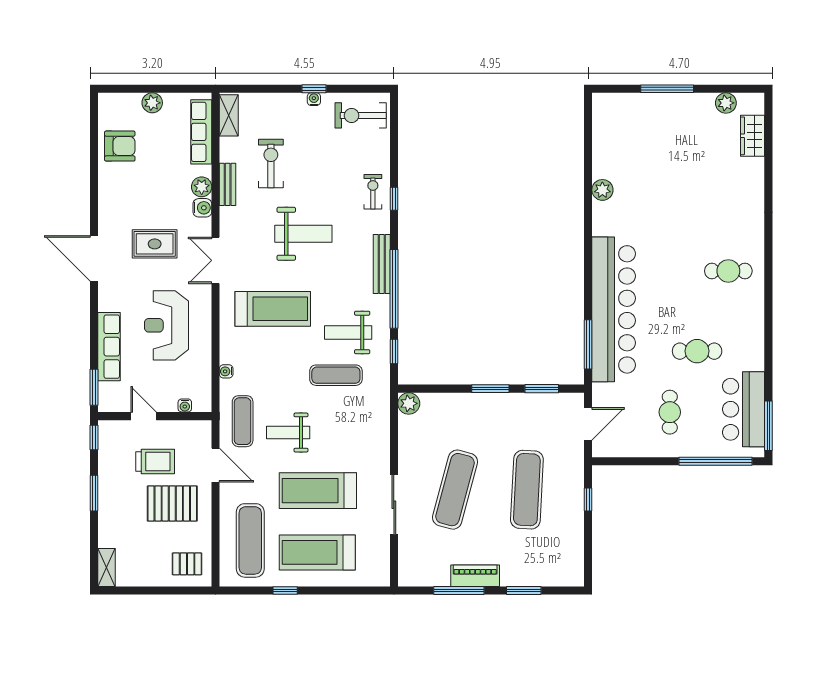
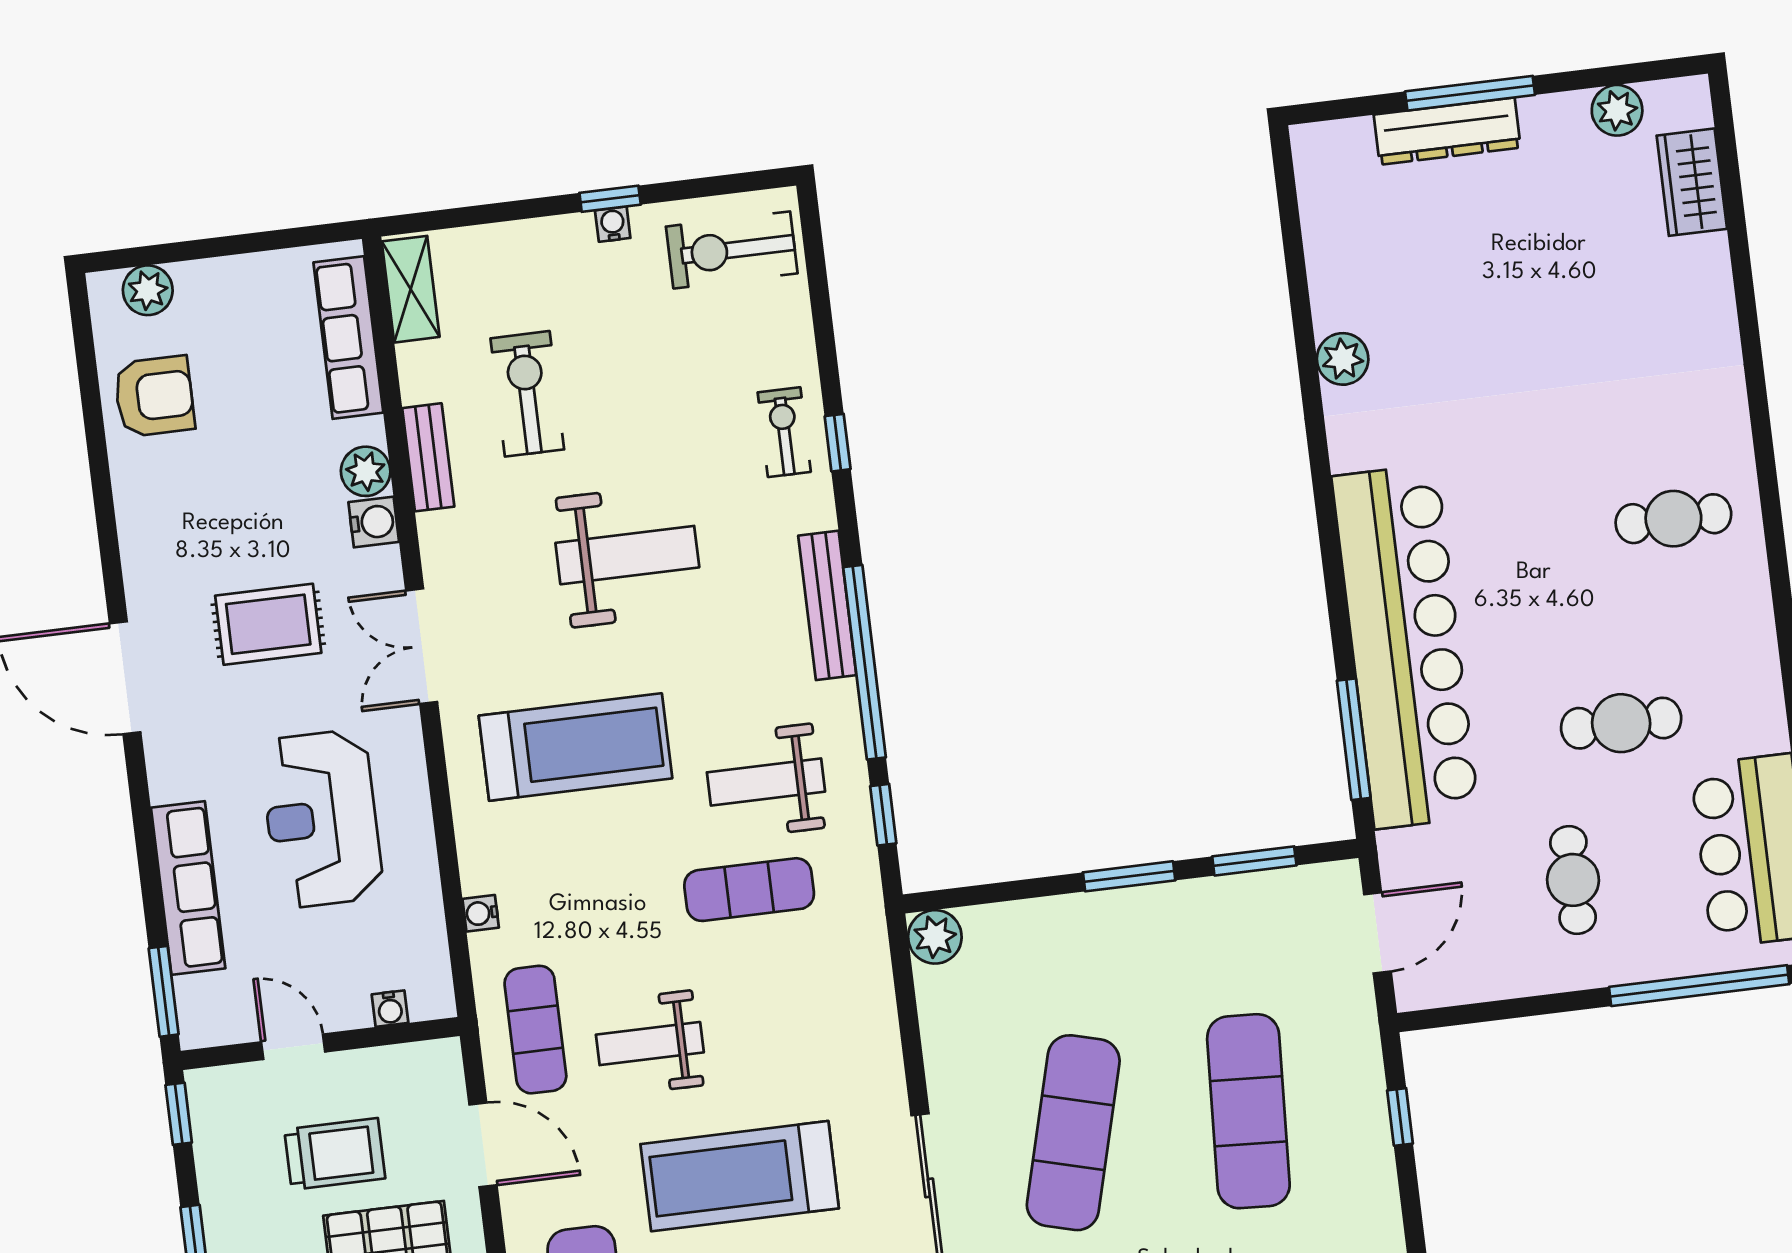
plant: (152, 103) -> (148, 290), moved
dresser: (656, 103) -> (1447, 131), added

